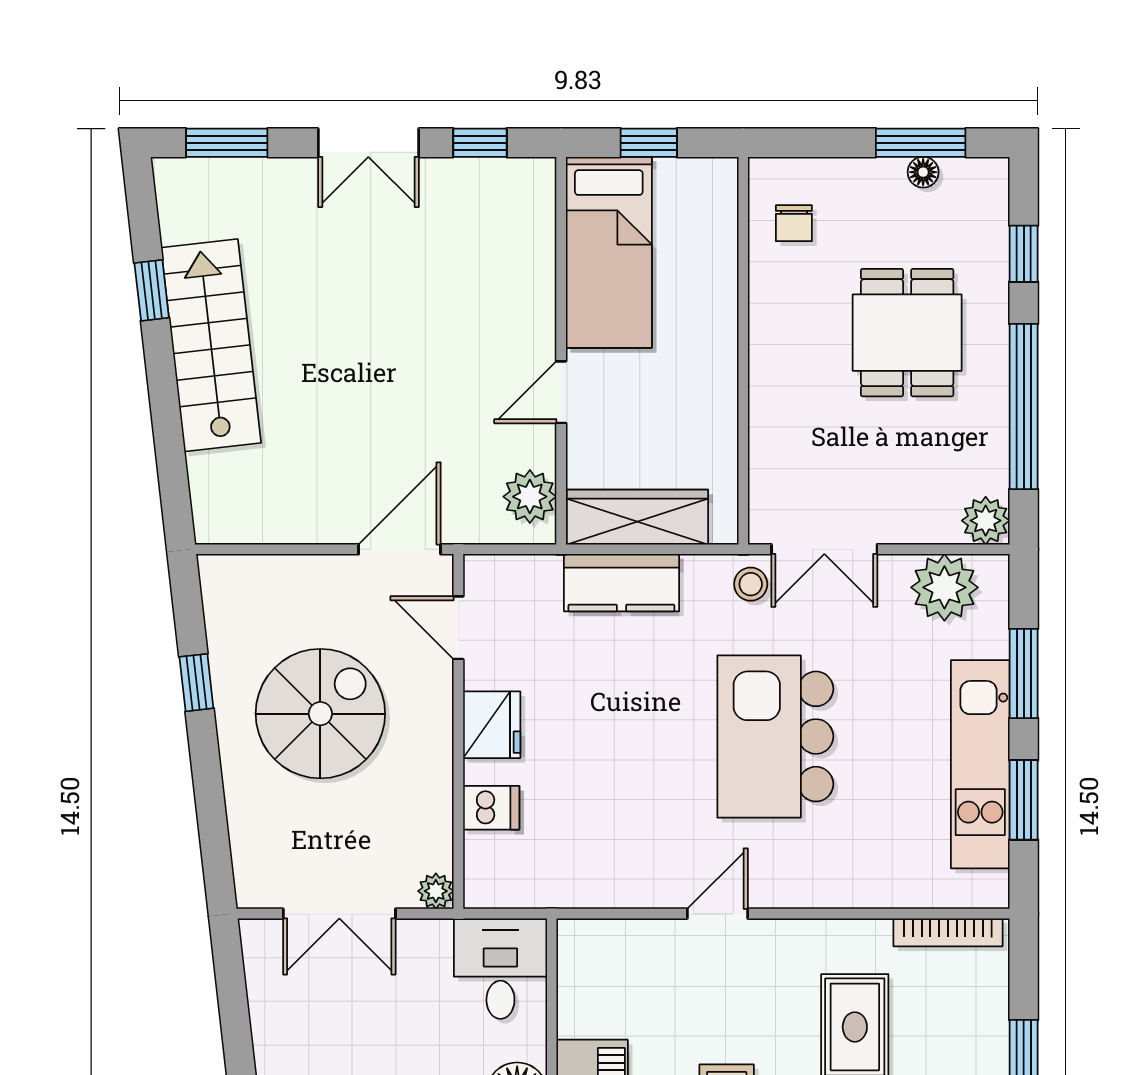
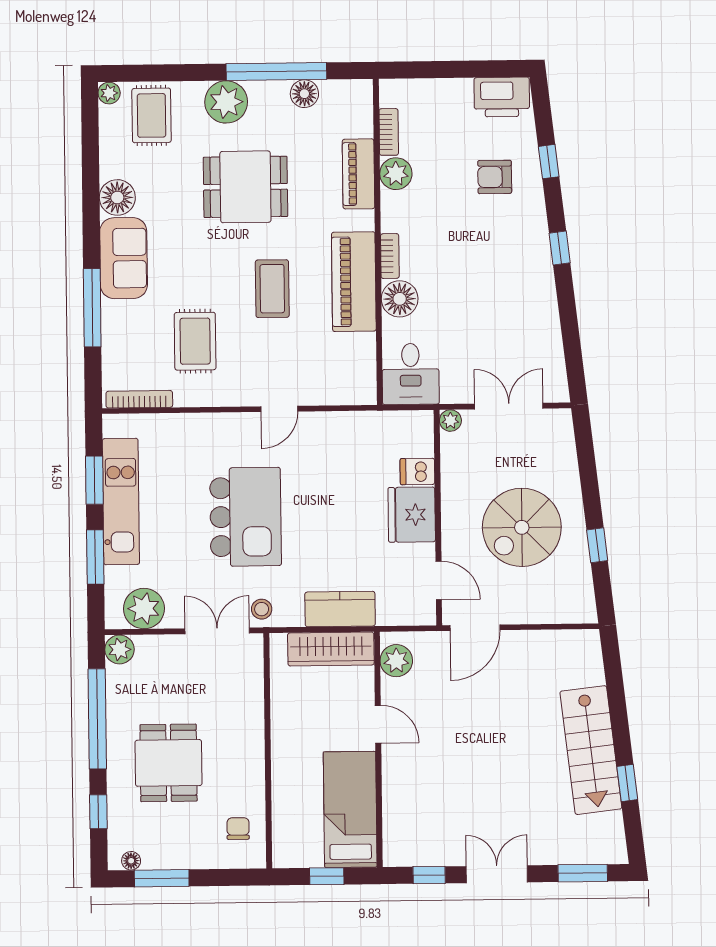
floor lamp: (923, 172) -> (131, 861), moved
door: (561, 392) -> (378, 724), hinge flipped
fridge: (492, 725) -> (412, 515), width x1.36, depth x1.34

